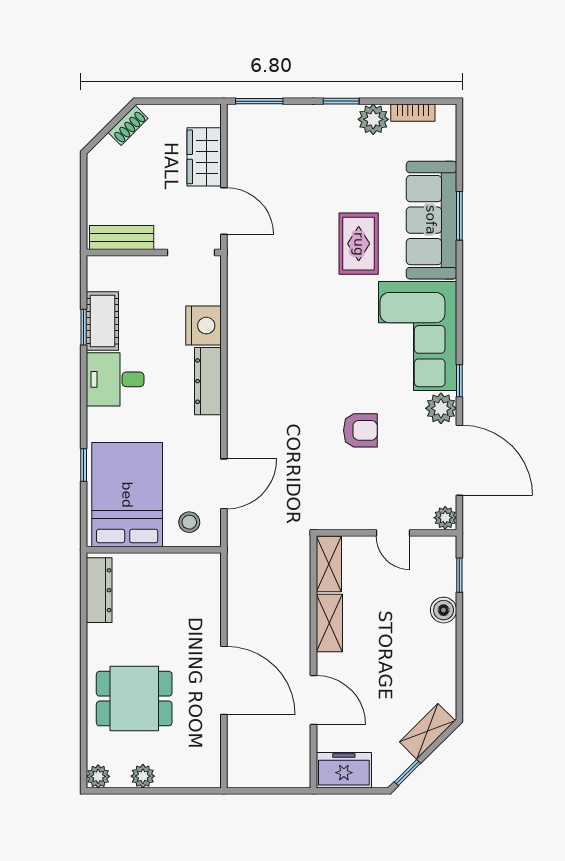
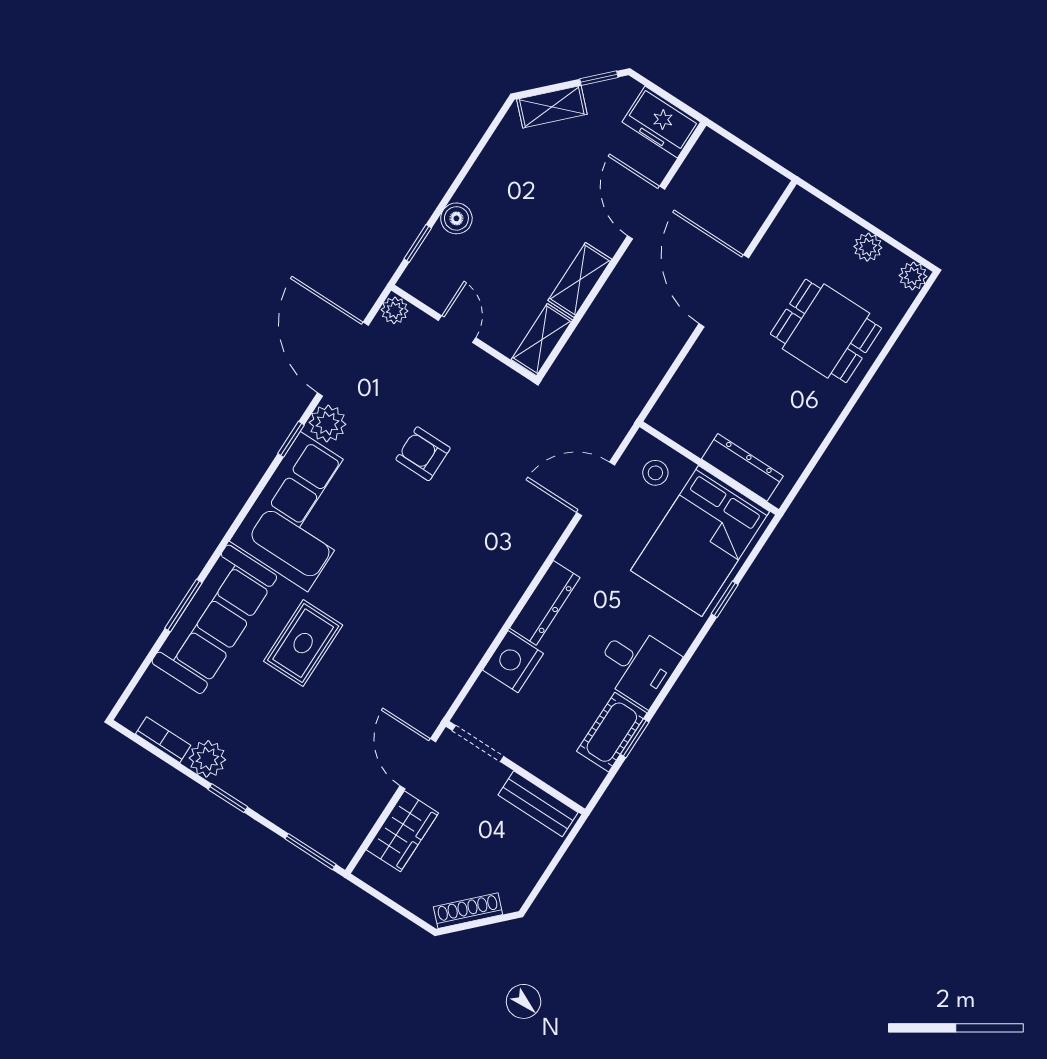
shoe rack: (128, 125) -> (468, 911), width x1.43
dresser: (99, 590) -> (742, 467), moved, turned 90

